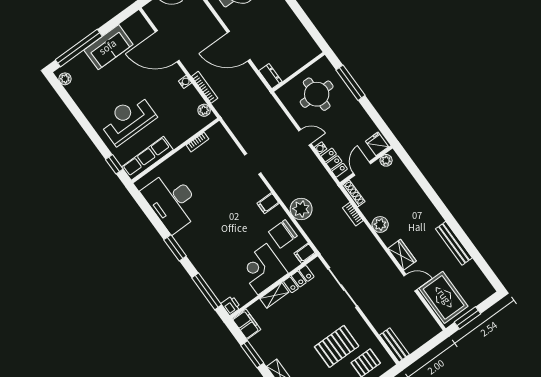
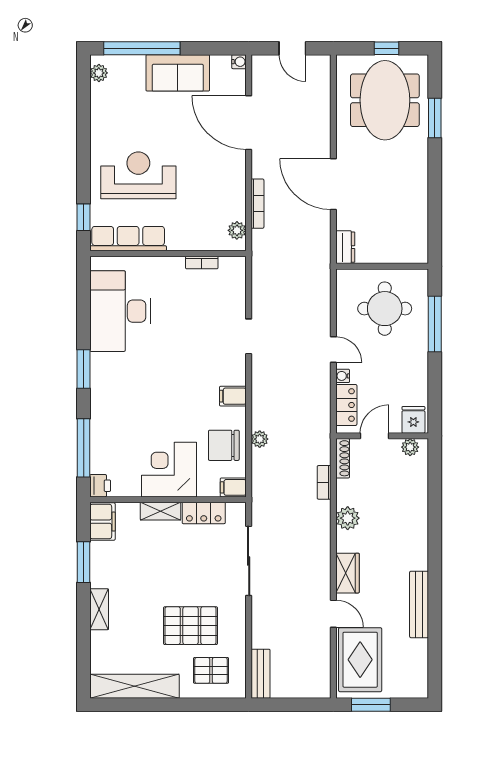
water cooler: (185, 82) -> (239, 62), moved
plant: (301, 209) -> (260, 439), width x0.53, depth x0.53

